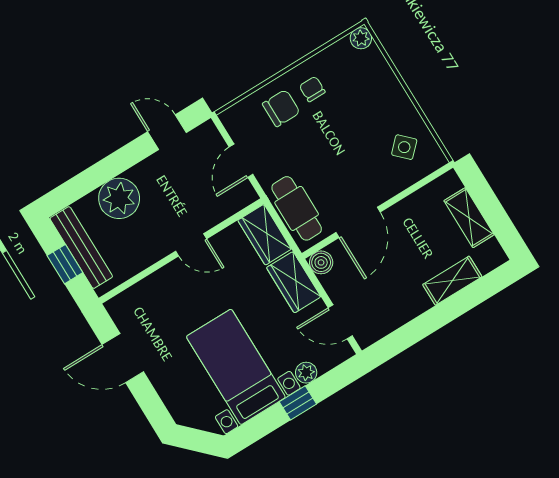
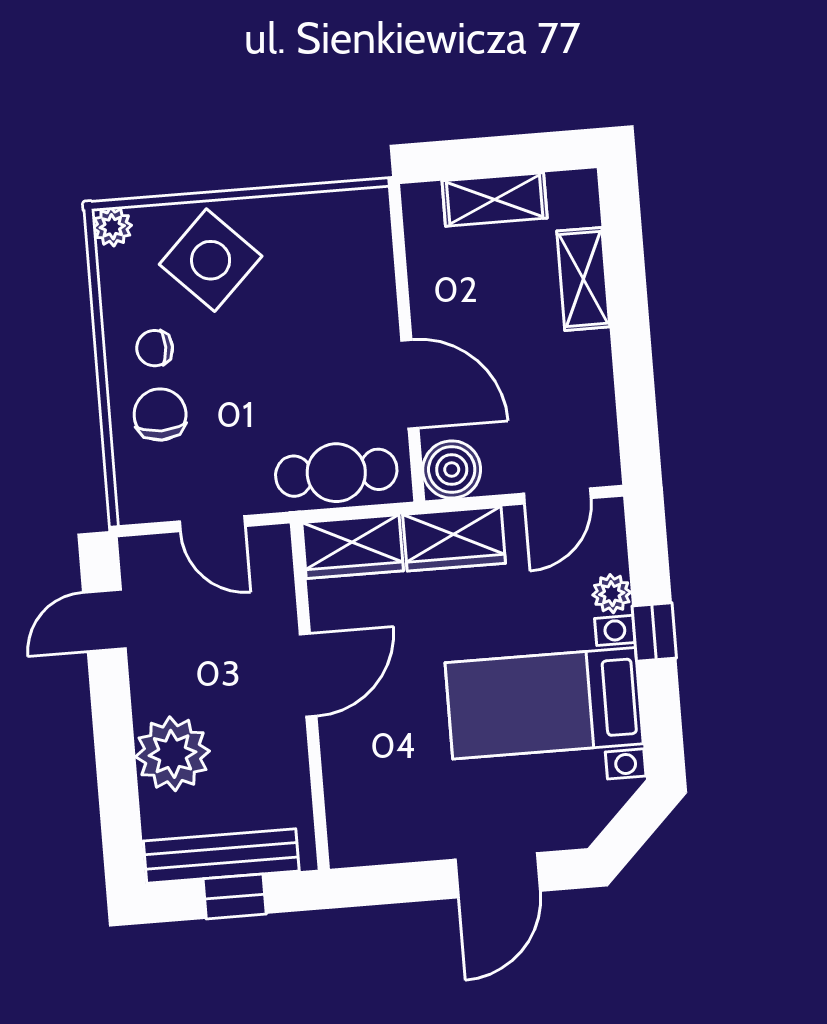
side table: (404, 147) -> (211, 260), moved, width x1.87, depth x1.87
door: (191, 245) -> (308, 675), width x1.38
boiler: (321, 262) -> (452, 469), width x1.36, depth x1.36
door: (123, 358) -> (498, 875), moved

